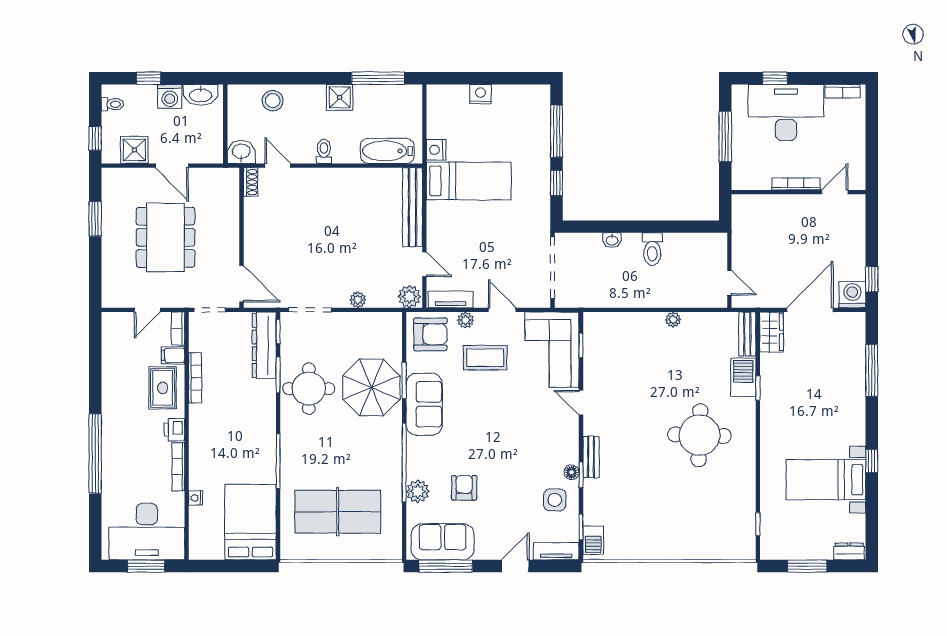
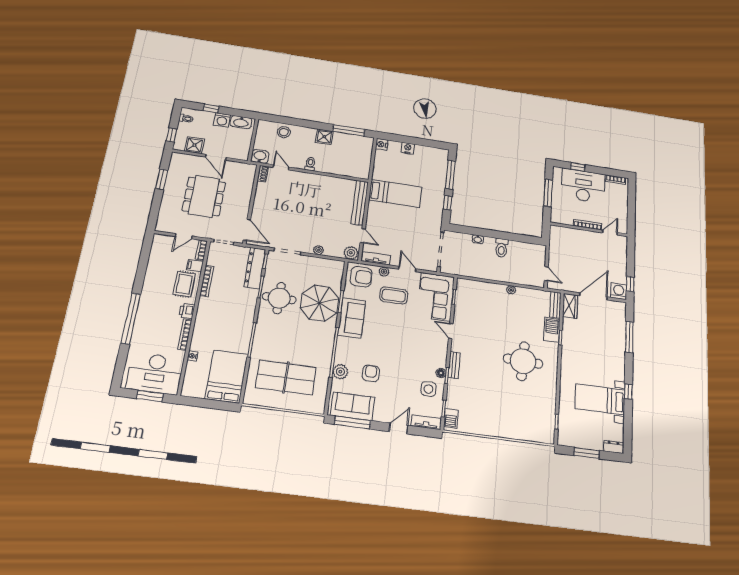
nightstand: (436, 150) -> (382, 144), moved
bathtub: (387, 151) -> (349, 170), removed

